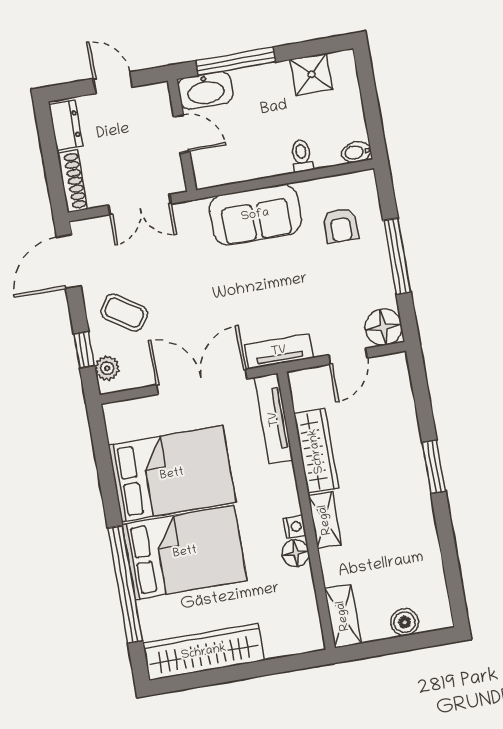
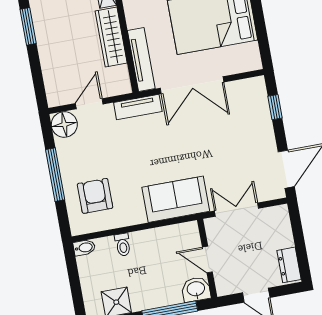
washbasin: (205, 90) -> (196, 289), width x0.72
shoe rack: (73, 181) -> (284, 226), removed
sofa: (255, 215) -> (176, 199), moved
armchair: (341, 225) -> (95, 196), width x1.38, depth x1.38
coffee table: (124, 313) -> (247, 133), removed
plant: (107, 368) -> (259, 94), removed

